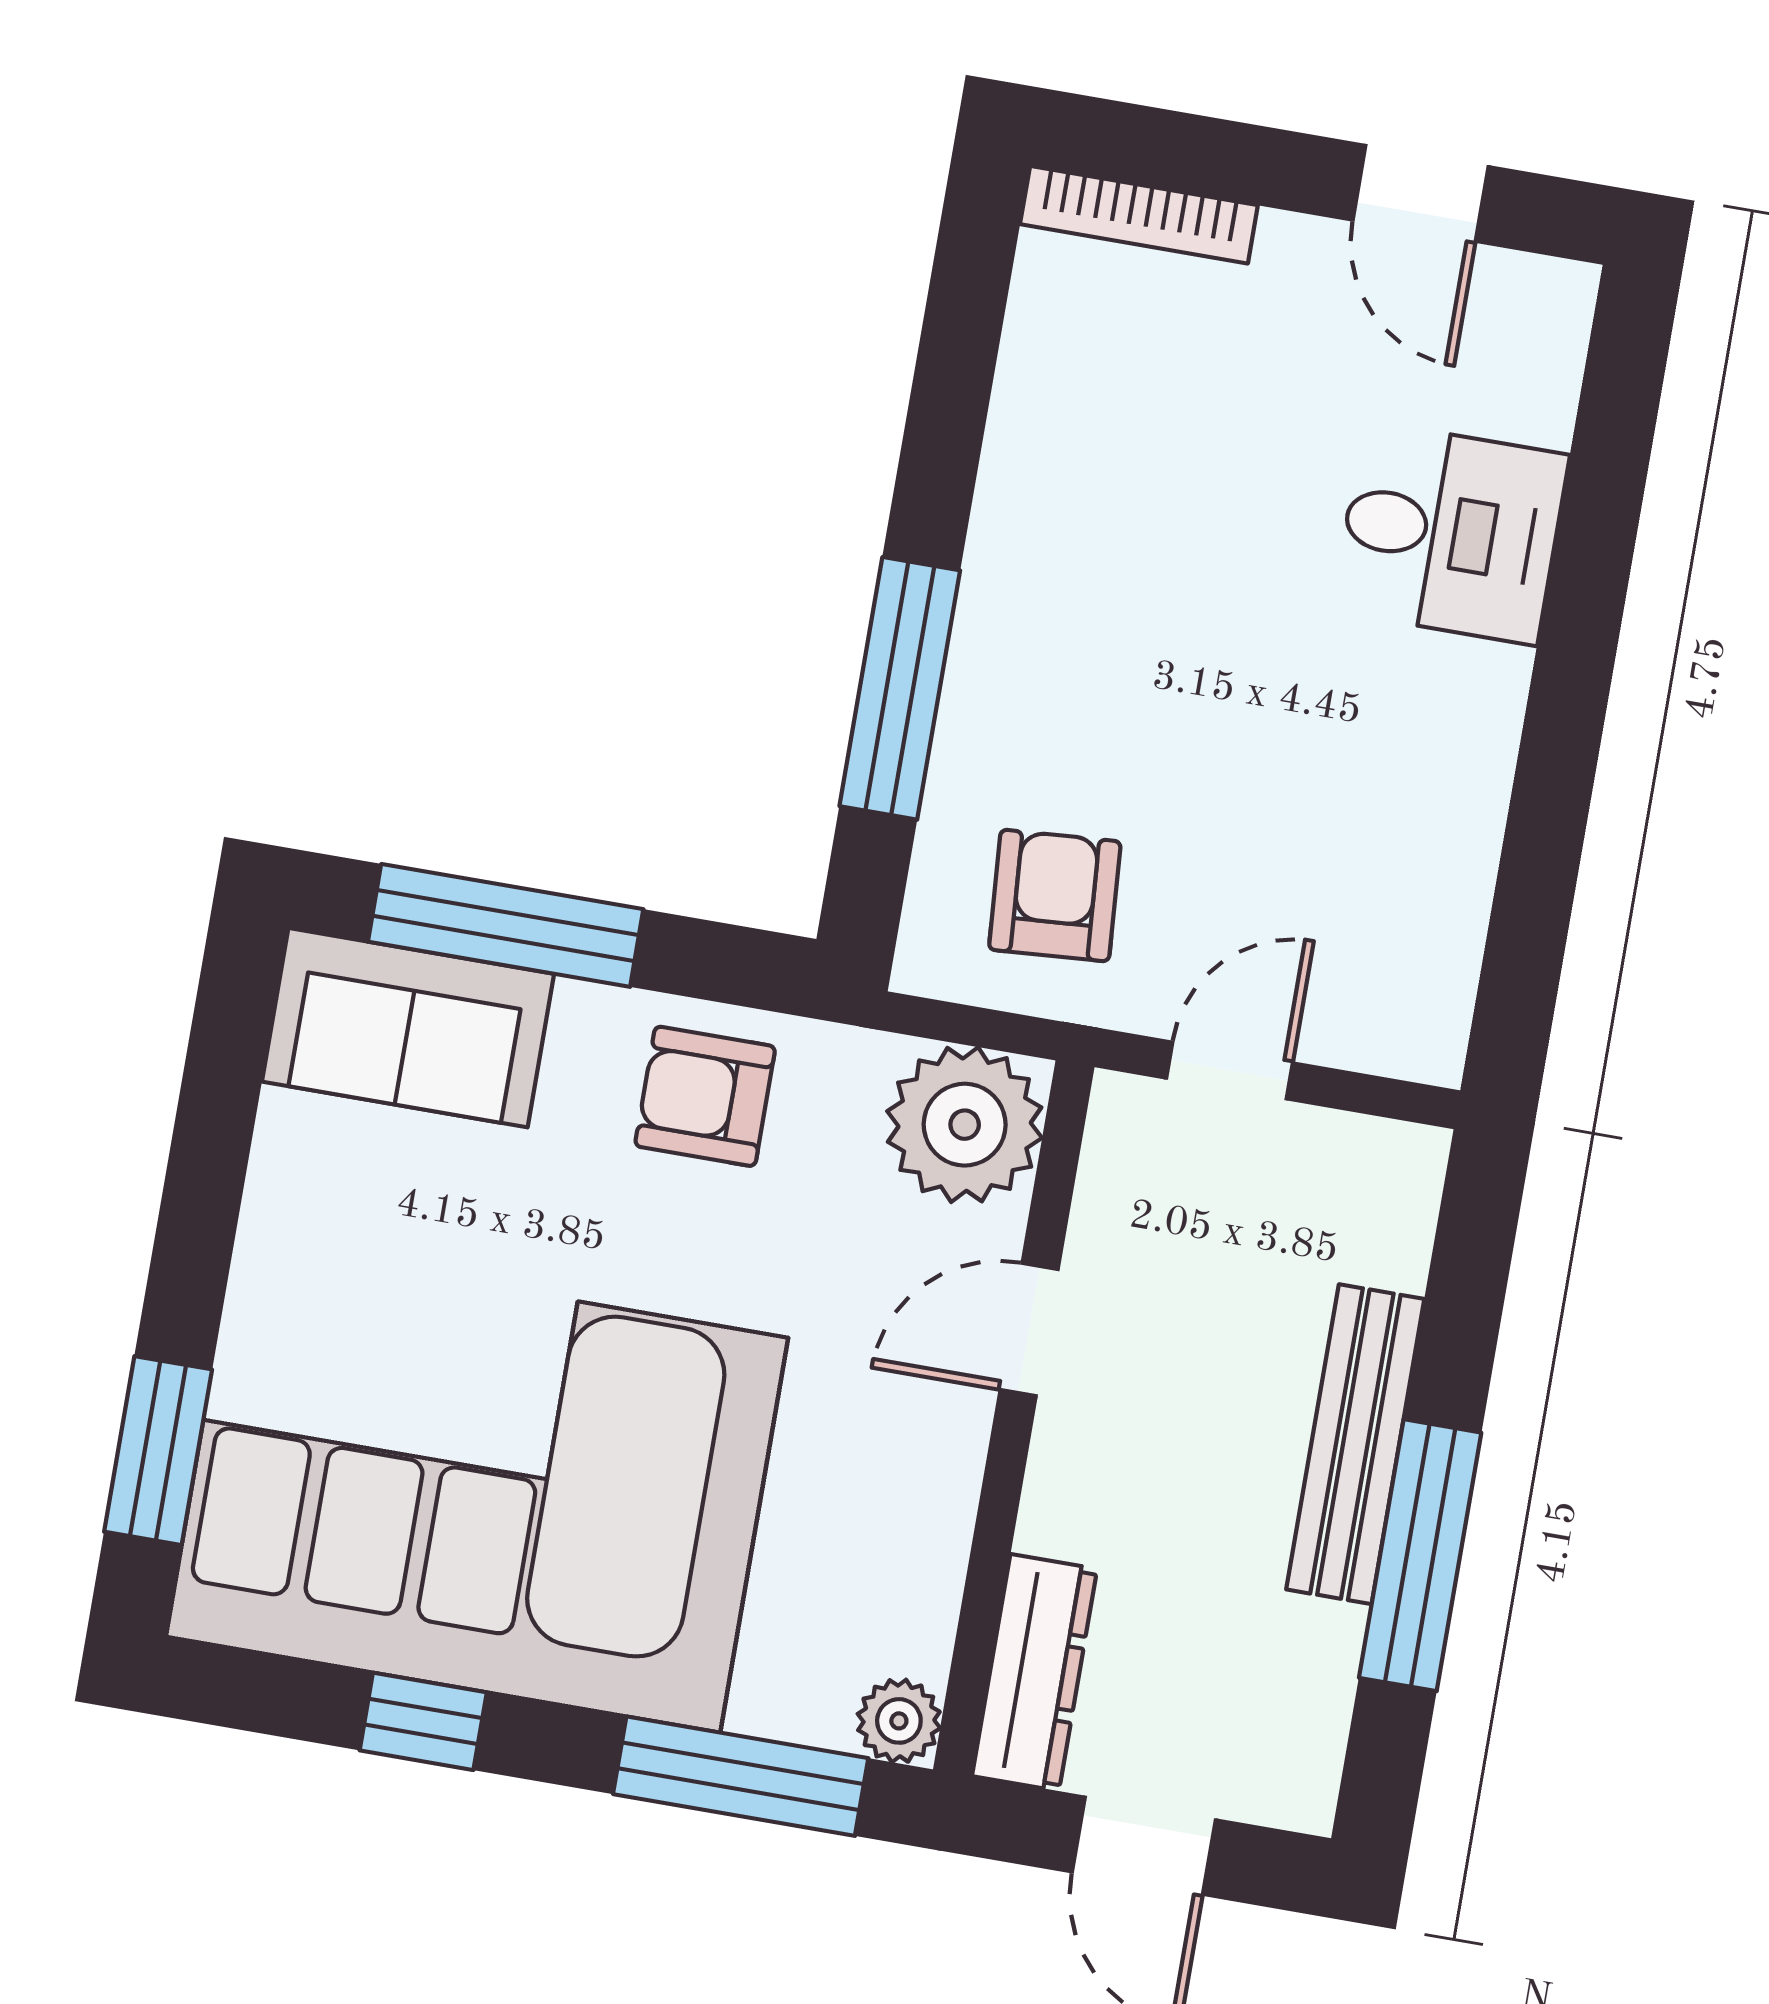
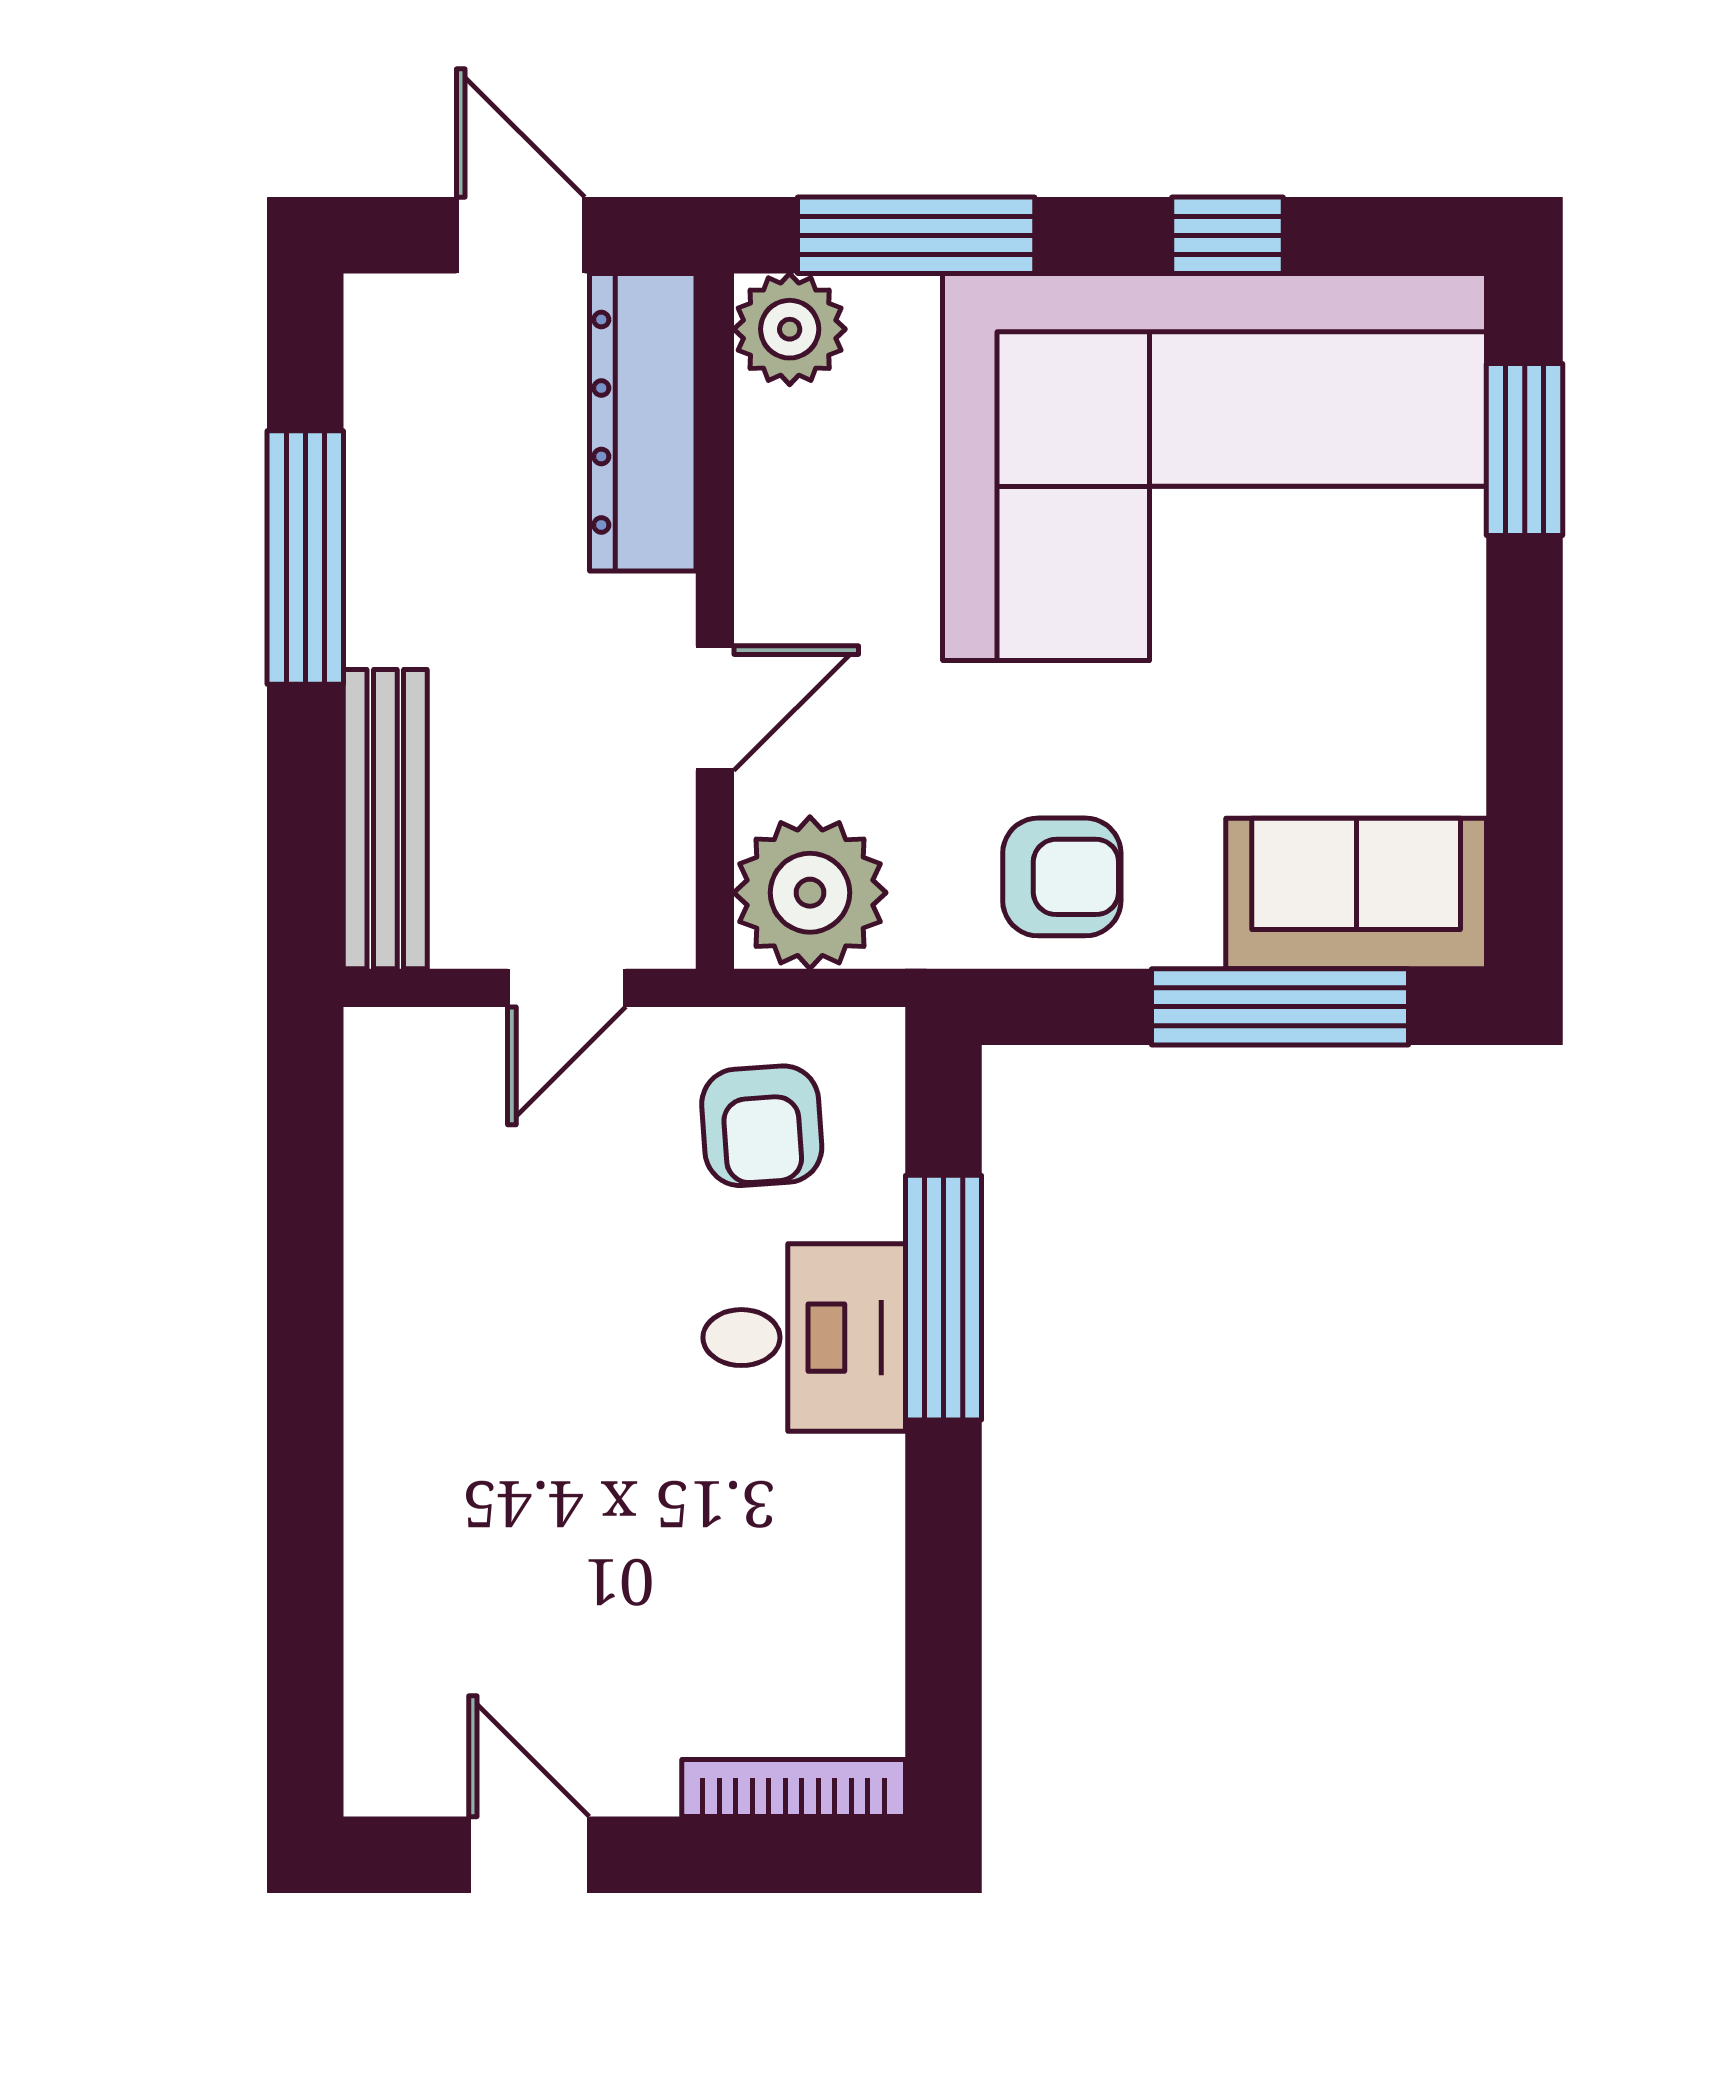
desk: (1451, 533) -> (804, 1338), moved, turned 180
bench: (1355, 1444) -> (385, 819), moved
dresser: (1035, 1672) -> (643, 422), width x1.37, depth x1.24
plant: (899, 1721) -> (790, 329), width x1.38, depth x1.38

